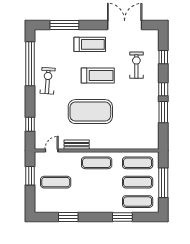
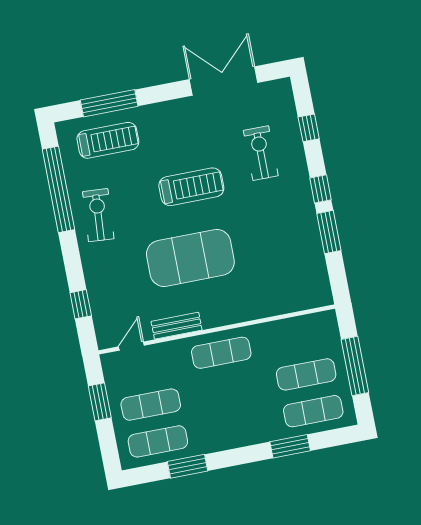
treadmill: (90, 44) -> (108, 140), moved
exercise mat: (138, 163) -> (158, 441), moved

